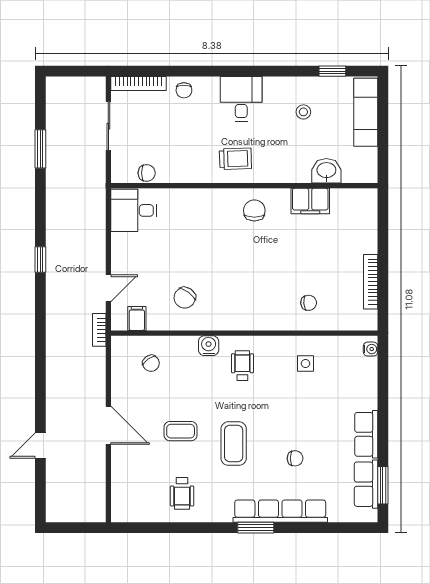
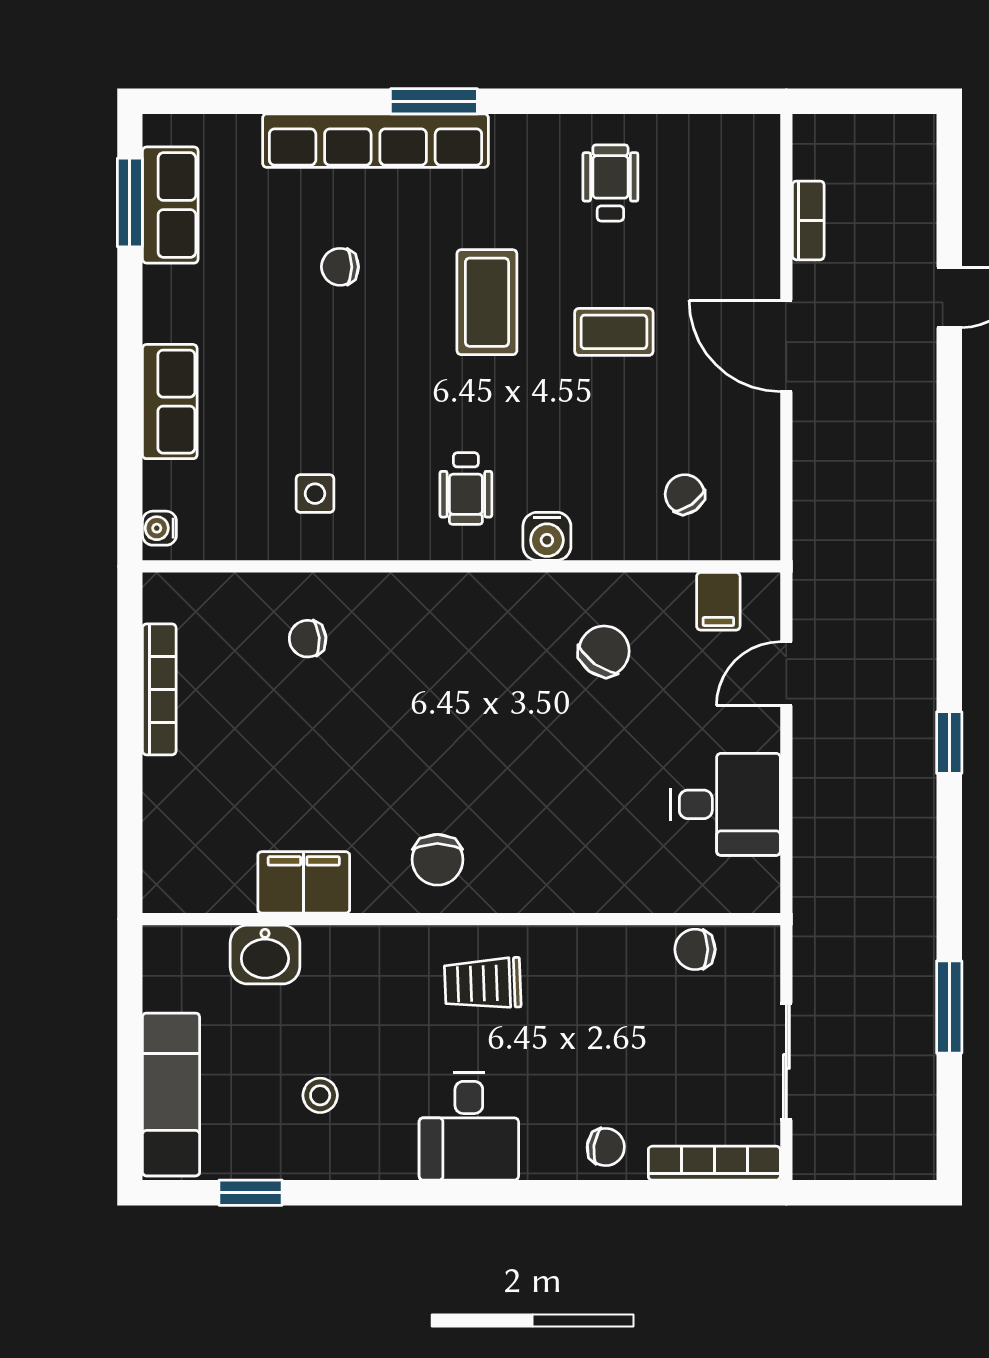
chair: (184, 90) -> (606, 1147), turned 98
desk: (134, 210) -> (725, 804), moved
bookcase: (99, 330) -> (808, 220), moved
row of seats: (366, 434) -> (170, 402), moved

